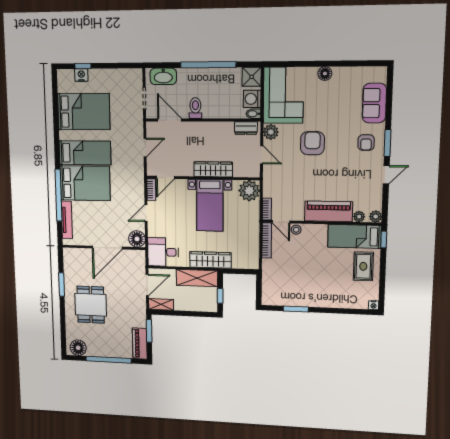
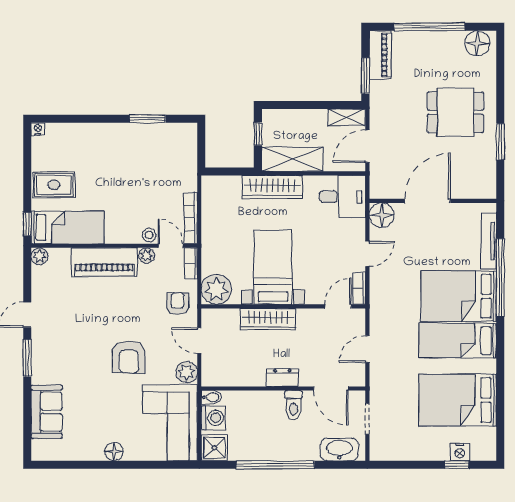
dresser: (246, 128) -> (282, 378), moved
armchair: (366, 143) -> (178, 304), moved
plant: (359, 217) -> (147, 256), moved
rug: (363, 266) -> (54, 185), turned 90
dining table: (91, 305) -> (455, 112), turned 90

